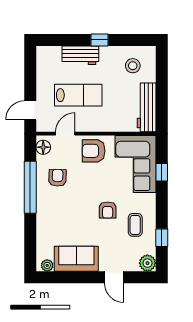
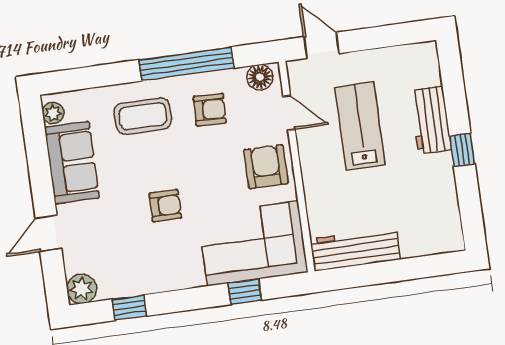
stool: (133, 66) -> (425, 215), removed
lab bench: (78, 95) -> (360, 126), turned 180
armchair: (108, 210) -> (165, 206), turned 180
coffee table: (135, 225) -> (143, 116), moved, width x1.36, depth x1.30

